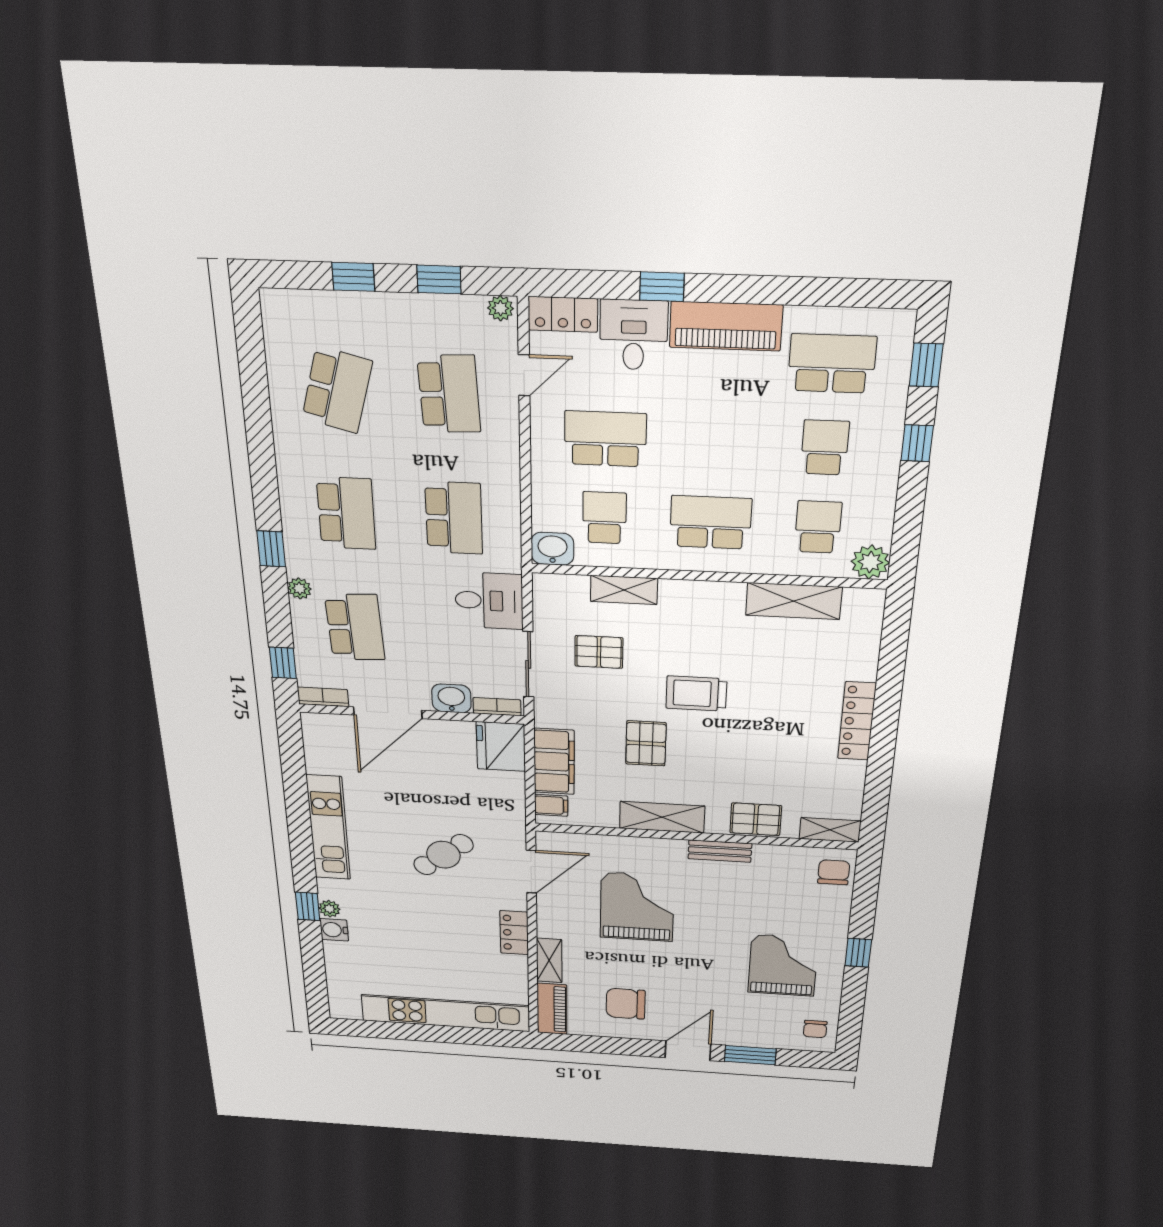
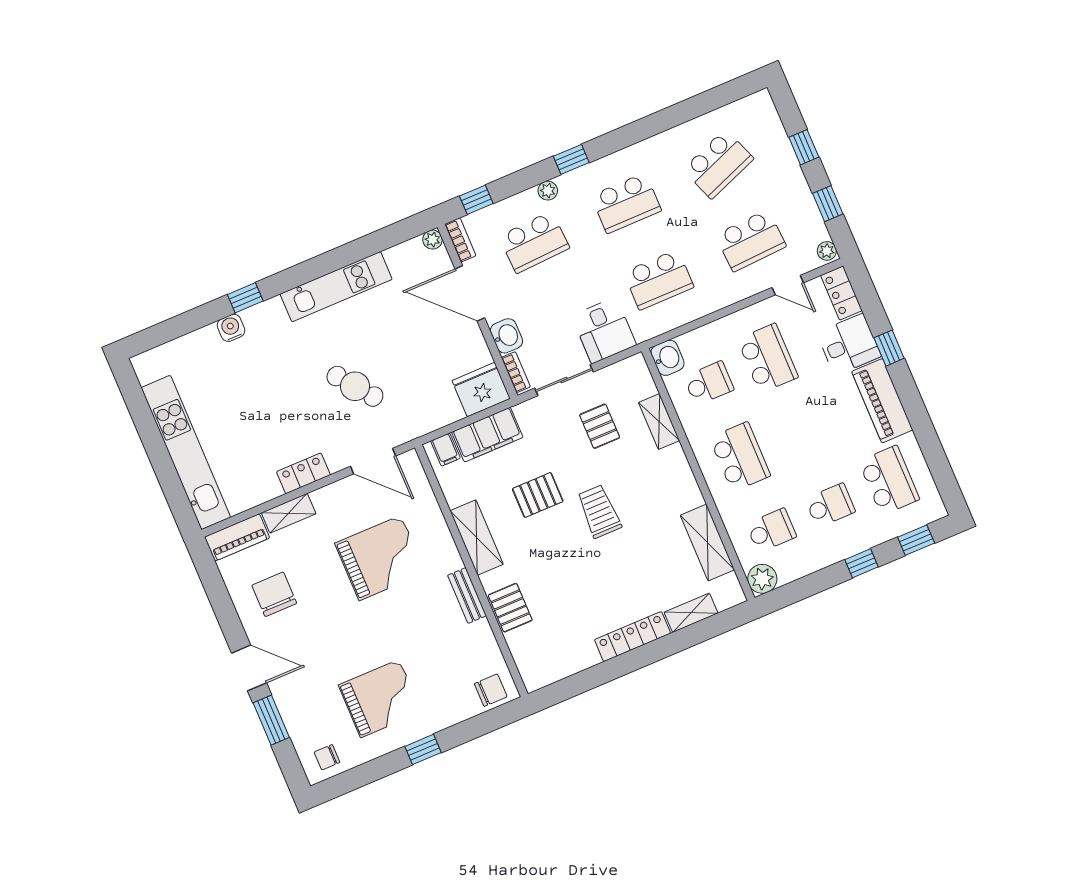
school desk: (337, 390) -> (718, 164), turned -36
shelving: (830, 830) -> (691, 613), moved, turned 90
plant: (329, 909) -> (433, 240), moved

